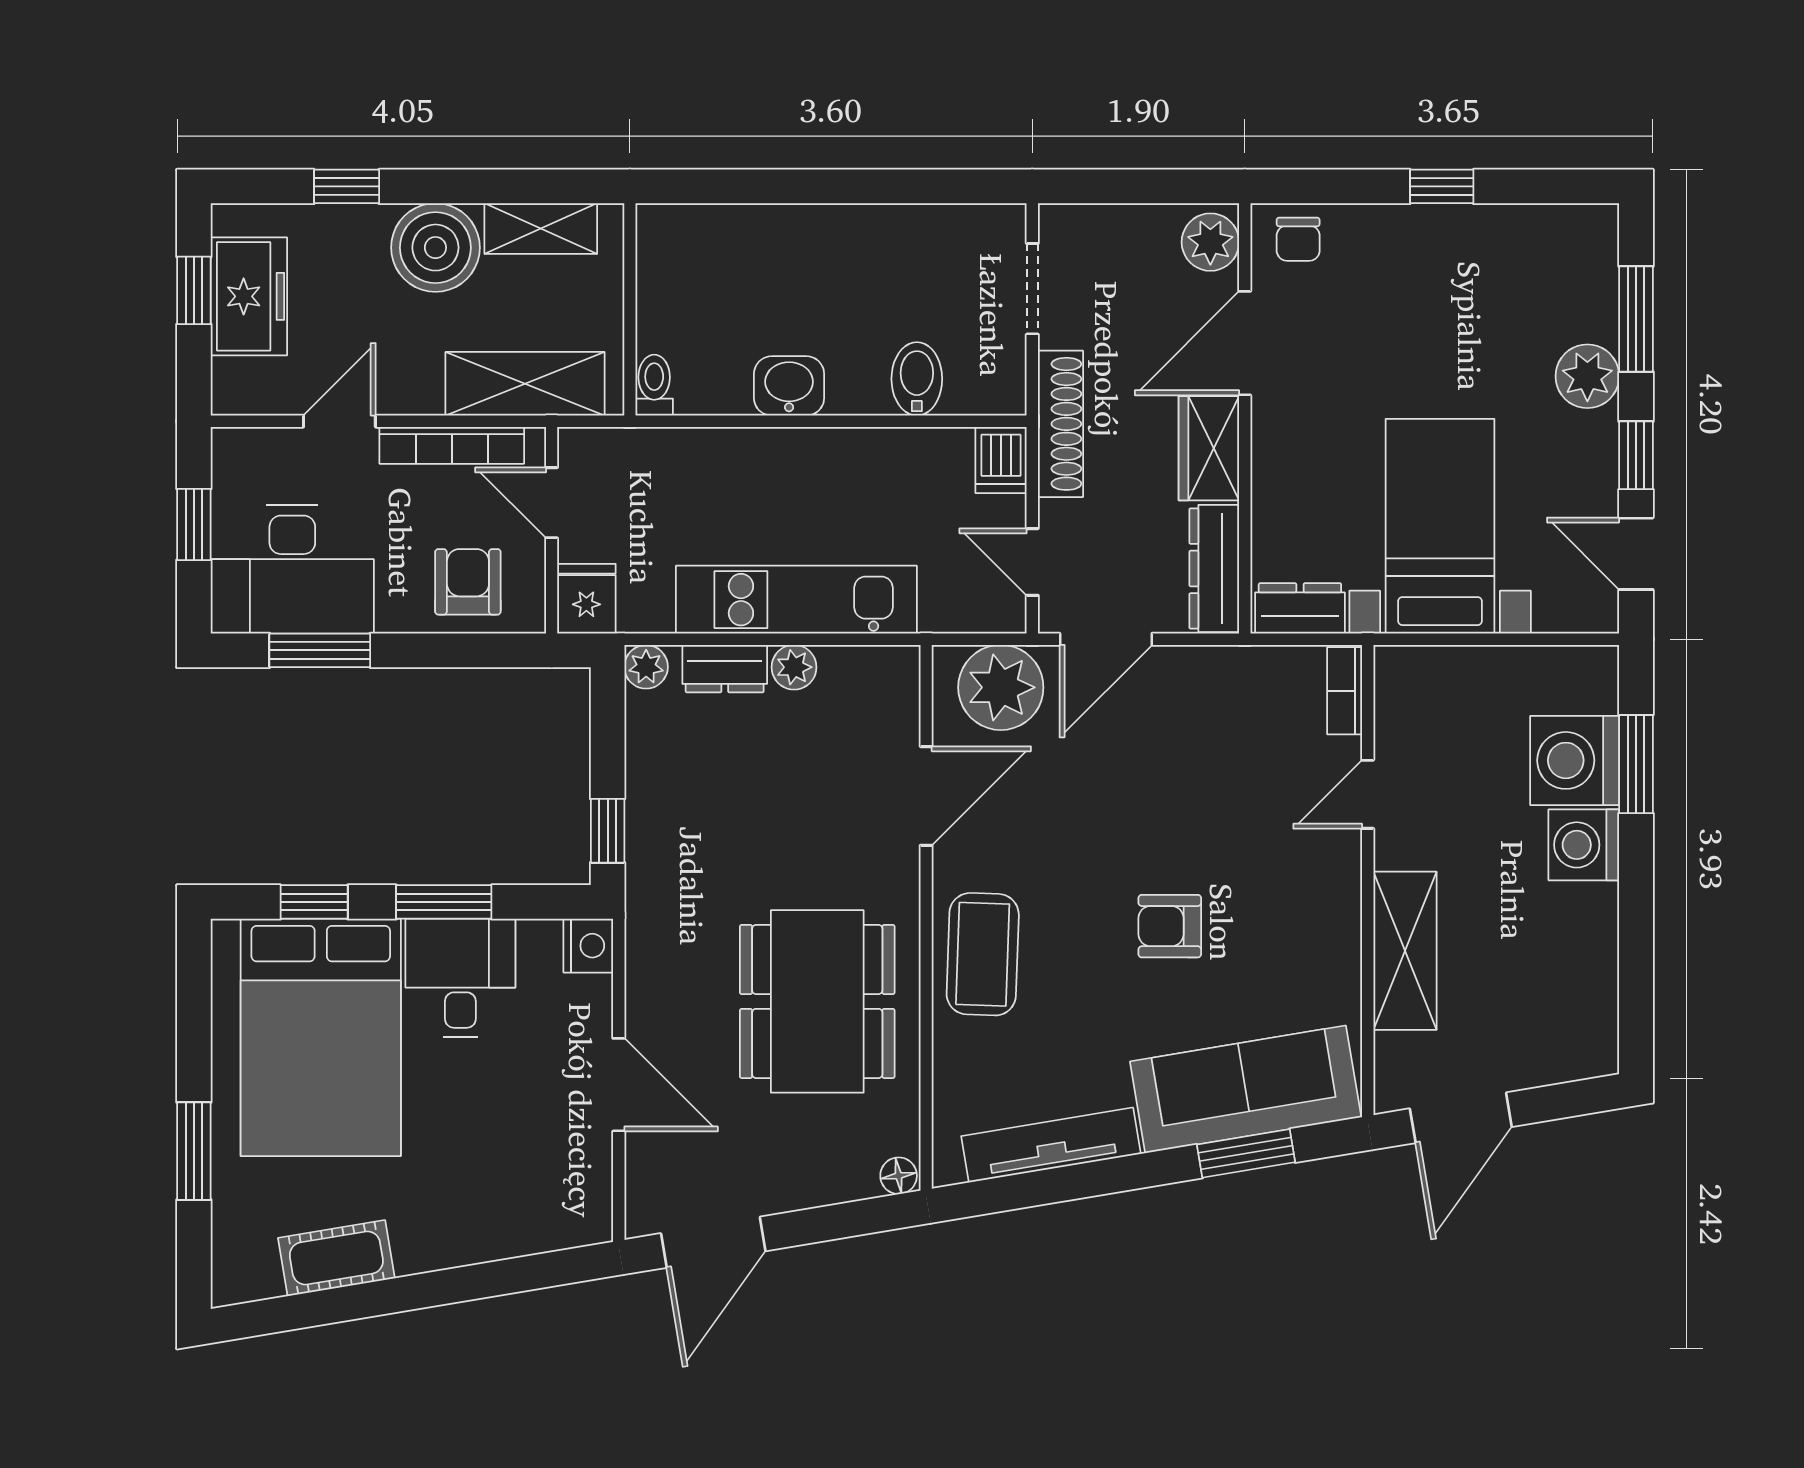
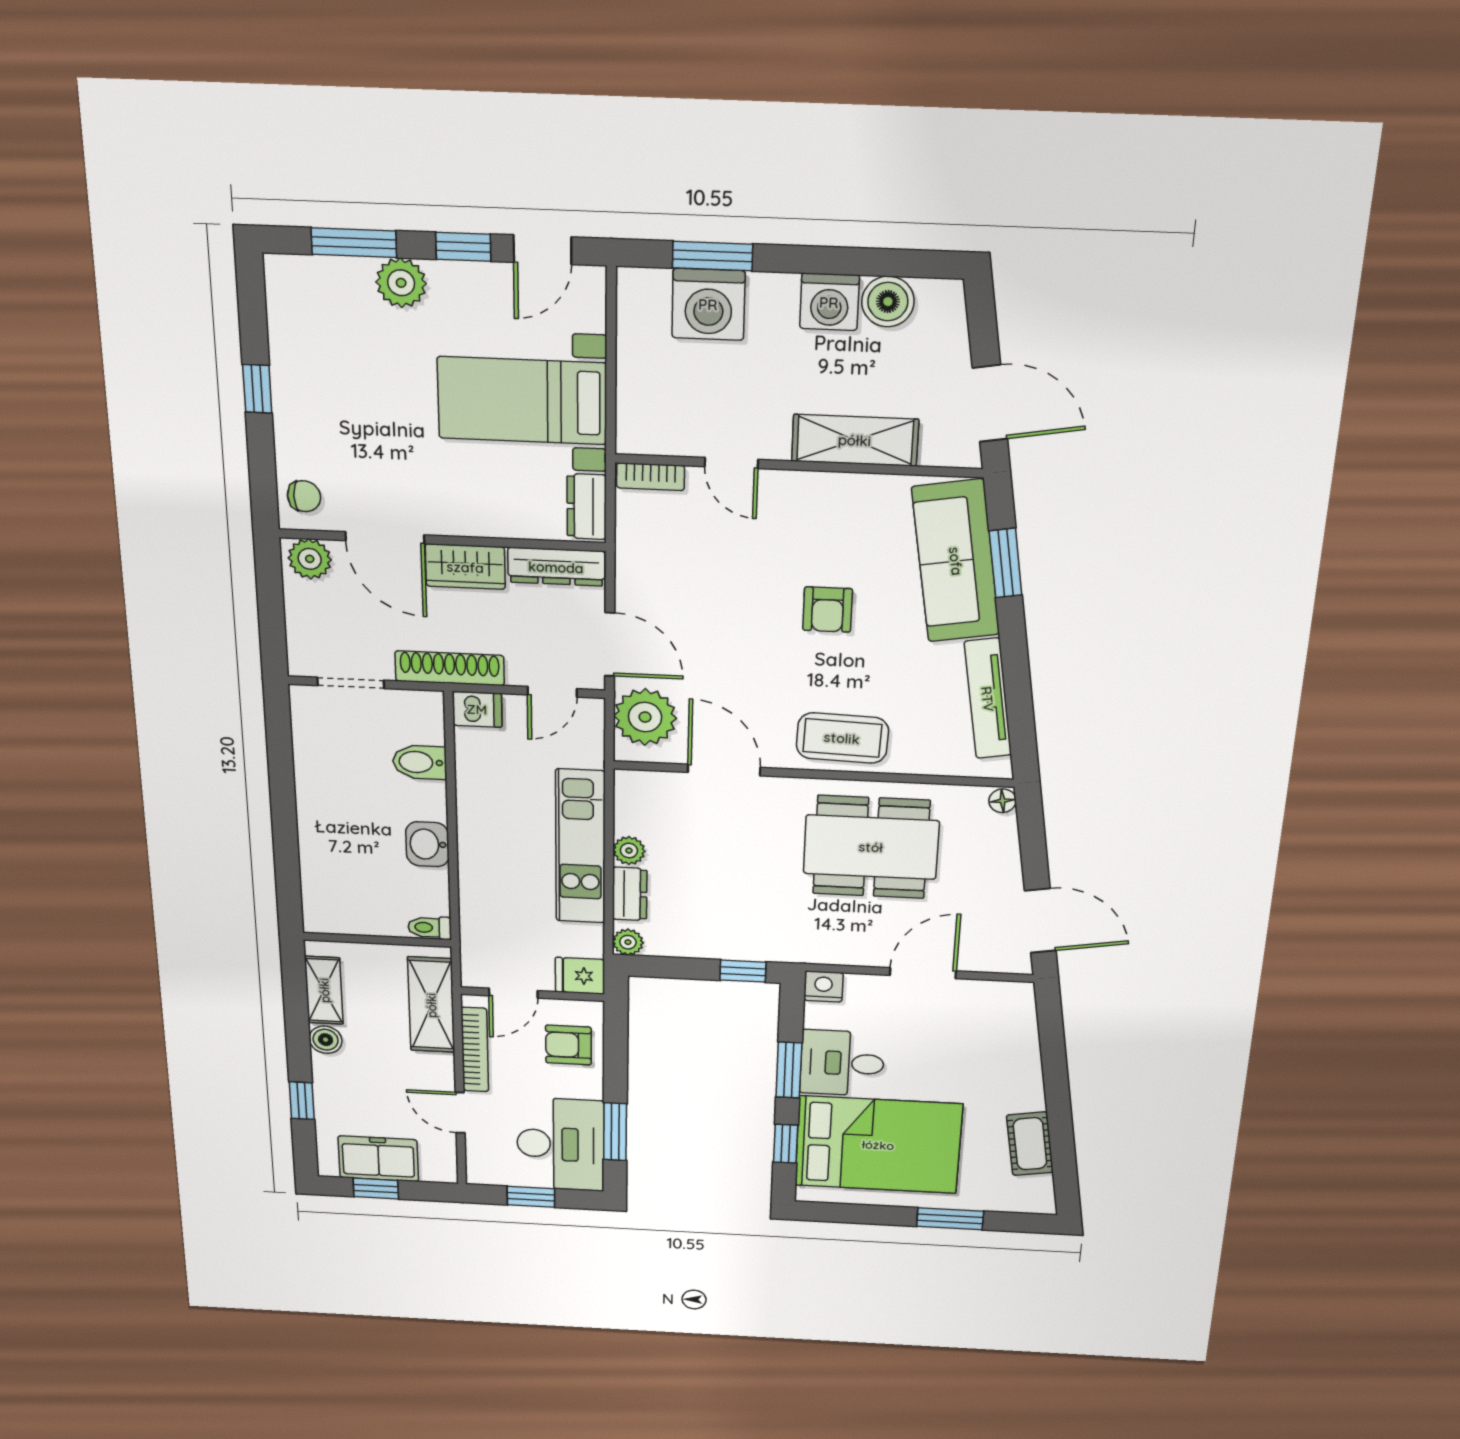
boiler: (435, 248) -> (326, 1040), width x0.54, depth x0.54
washing machine: (1584, 845) -> (829, 302), moved
boiler: (1587, 982) -> (888, 302), added

